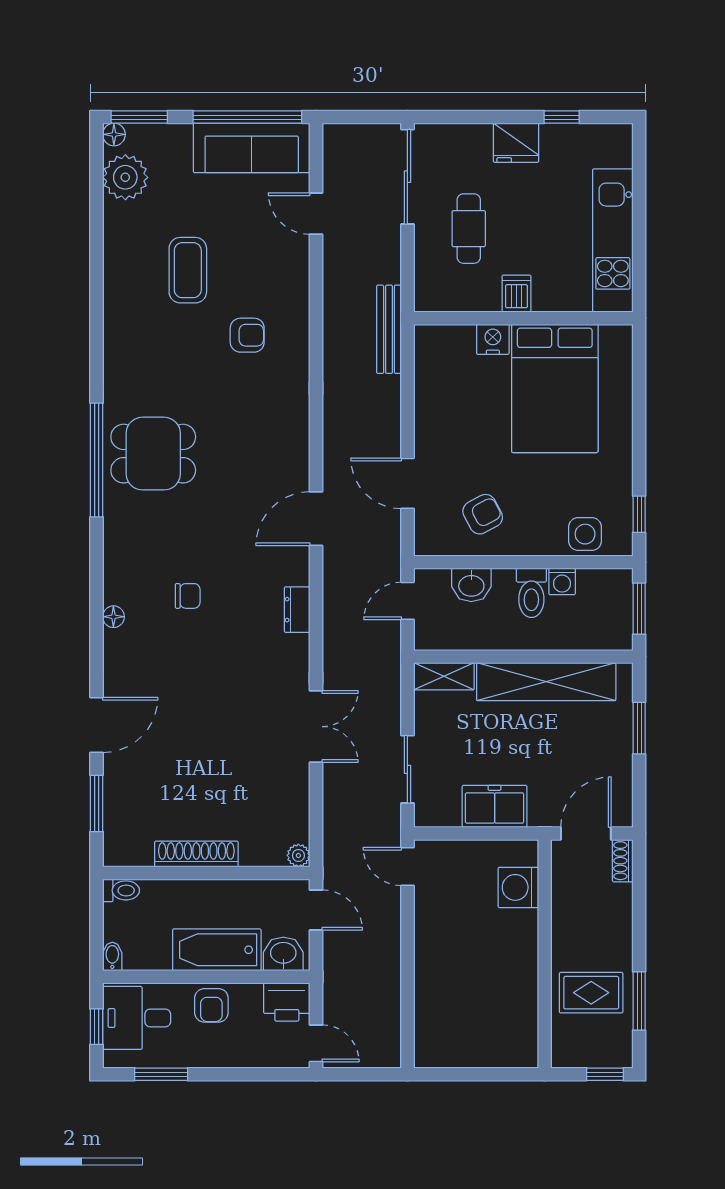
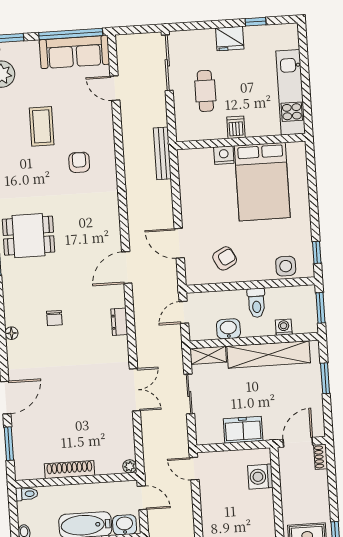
armchair: (247, 335) -> (79, 162), turned -90
washing machine: (562, 581) -> (284, 327), moved, turned 180
washbasin: (471, 585) -> (228, 329), moved, turned 180
chair: (188, 596) -> (54, 318), turned 90
sliding door: (407, 769) -> (189, 394), moved

